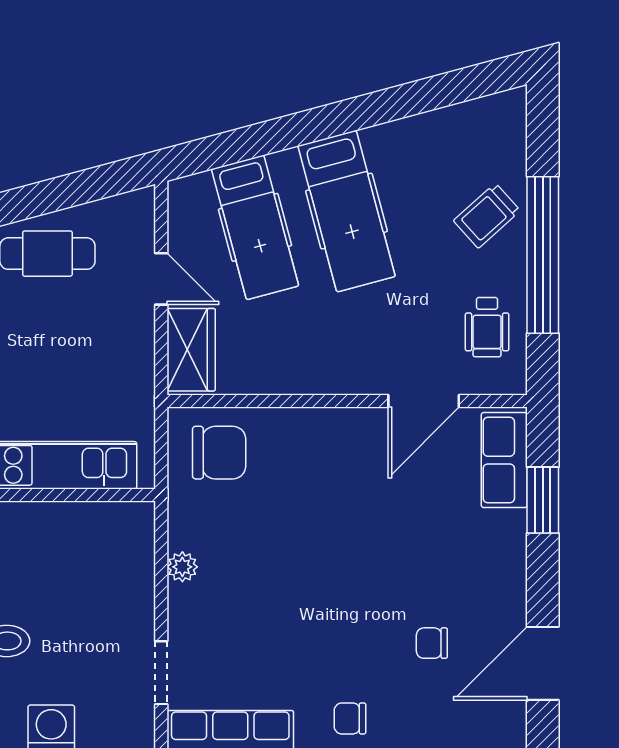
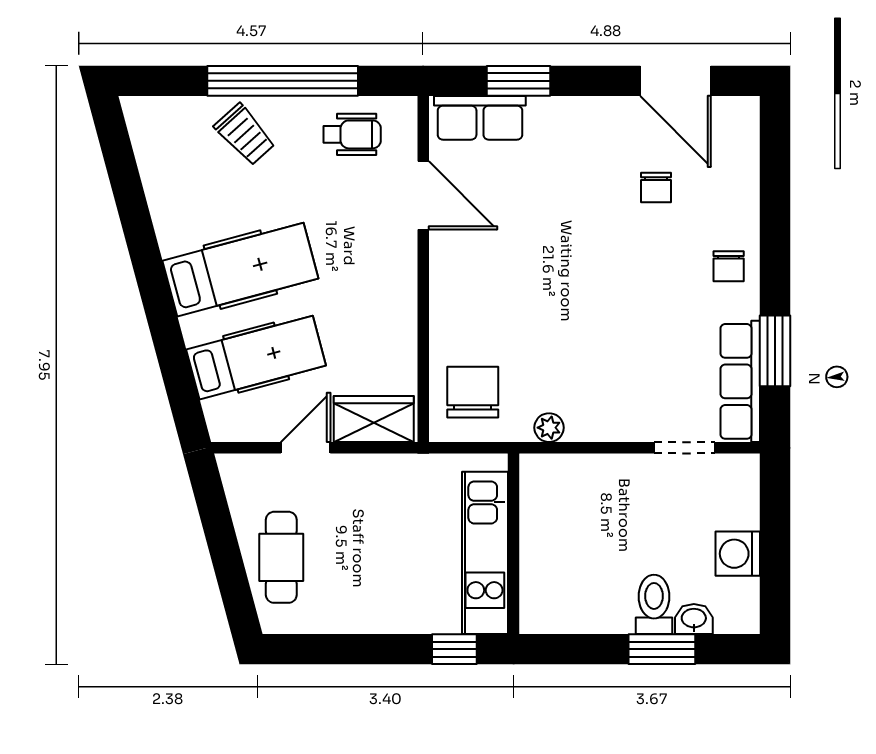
plant: (182, 567) -> (549, 428), moved

